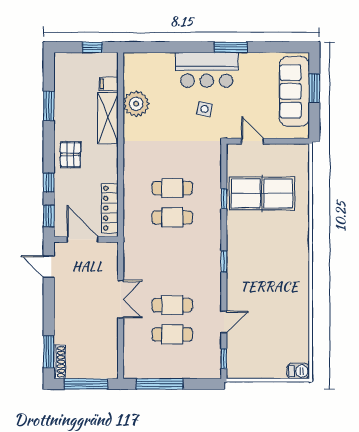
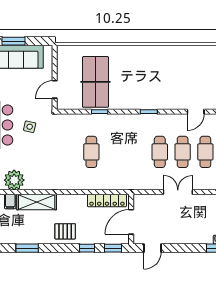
plant: (136, 104) -> (14, 180), moved
cafe table: (172, 217) -> (160, 152), moved
door: (224, 322) -> (196, 112), swing flipped

